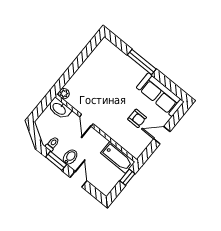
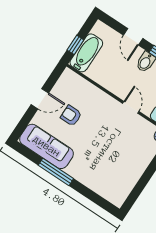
window: (142, 62) -> (56, 172), moved
bathtub: (118, 157) -> (86, 53), moved, turned 90

